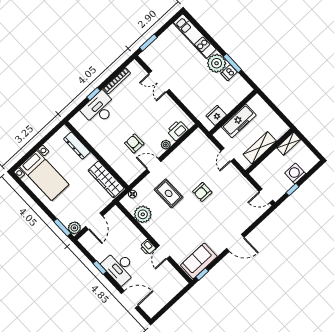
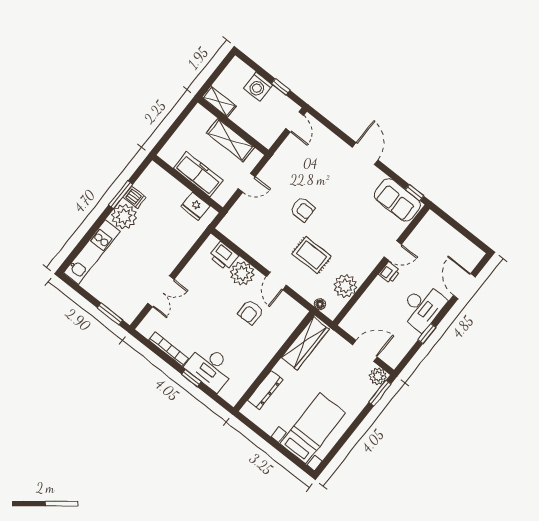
plant: (166, 145) -> (242, 273), width x1.88, depth x1.88
rug: (169, 193) -> (312, 255), turned 90

